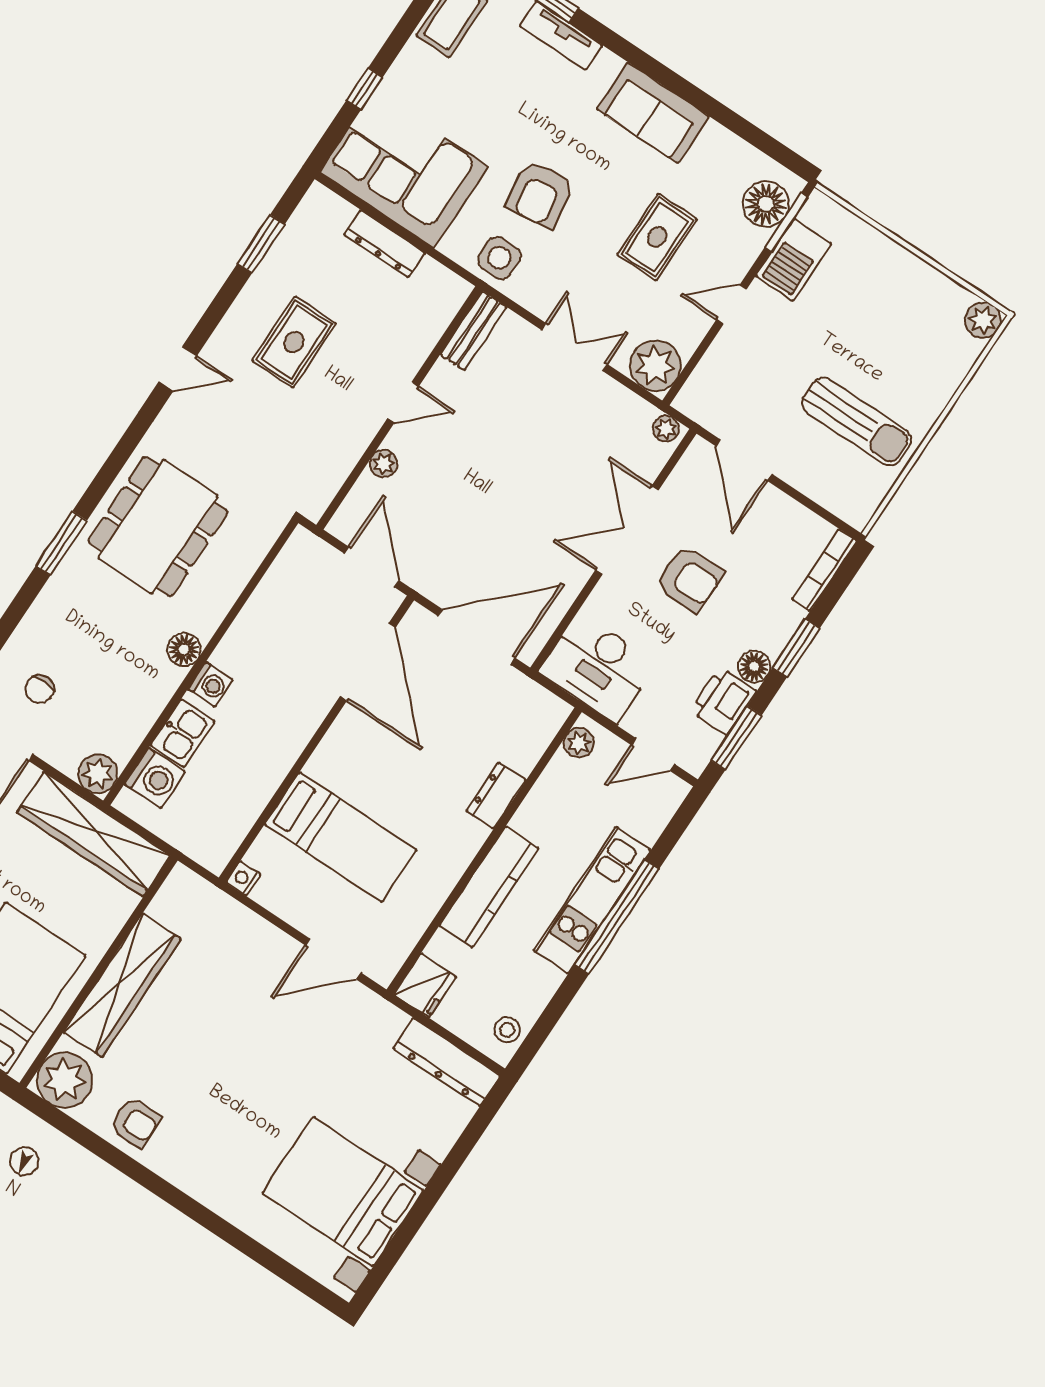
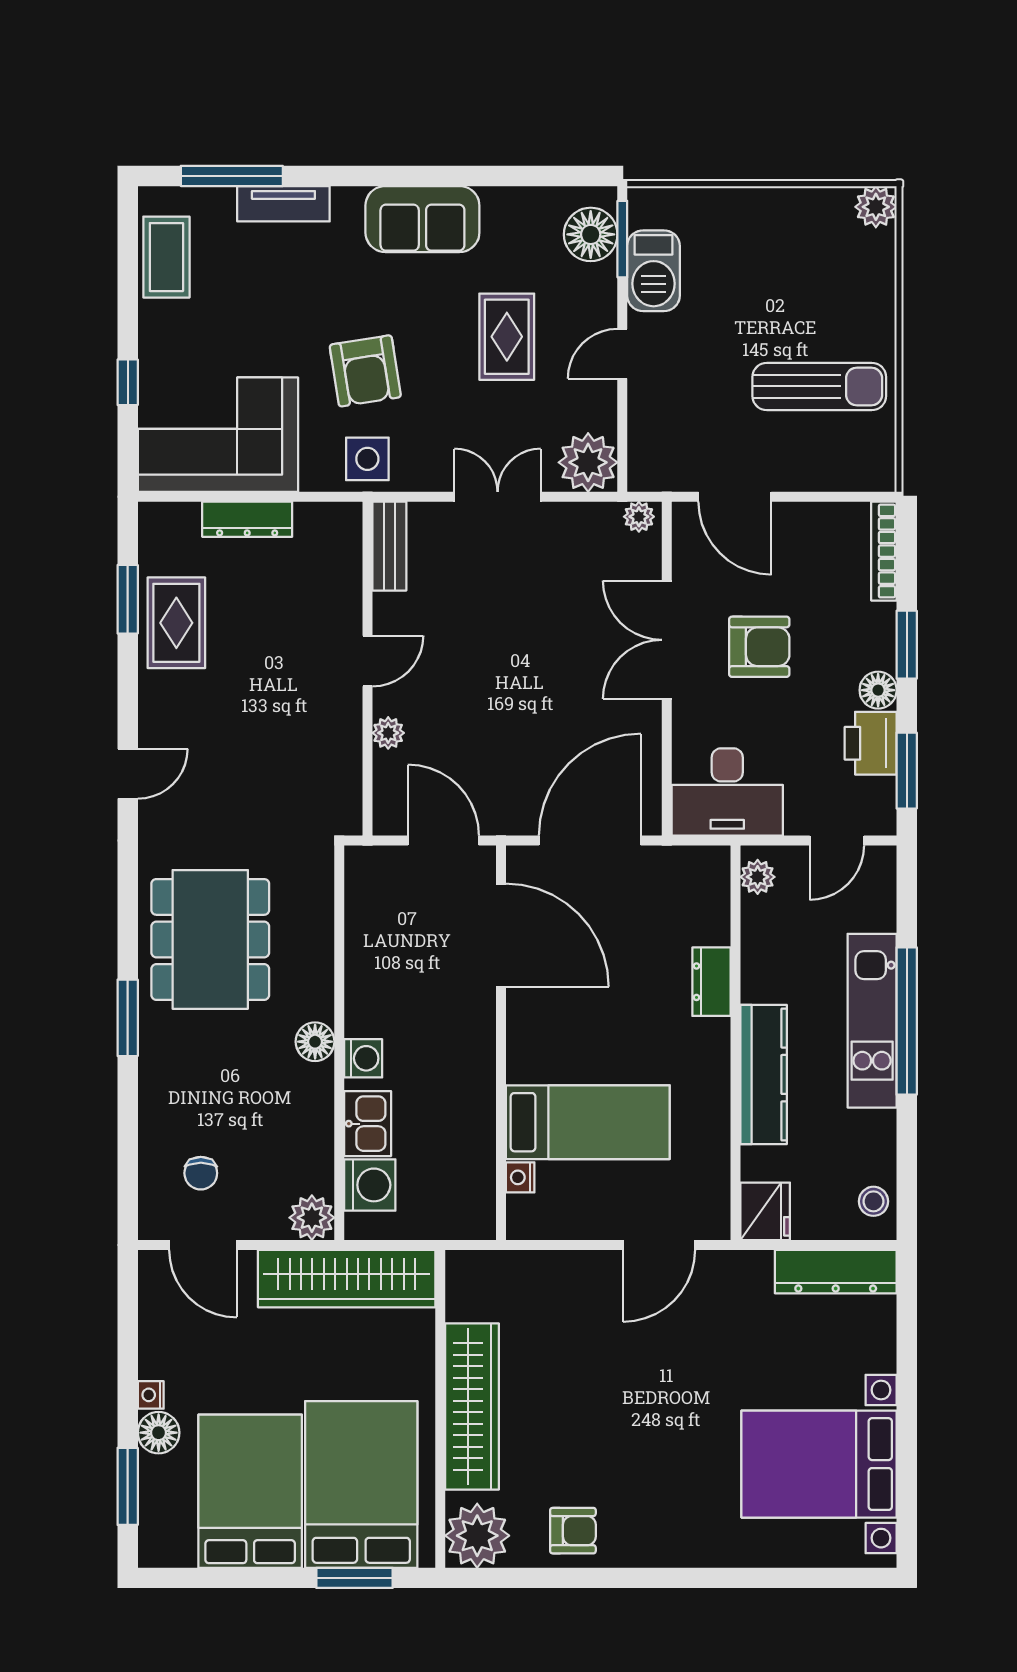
rug: (294, 342) -> (176, 623), moved
nightstand: (243, 878) -> (520, 1177), moved

